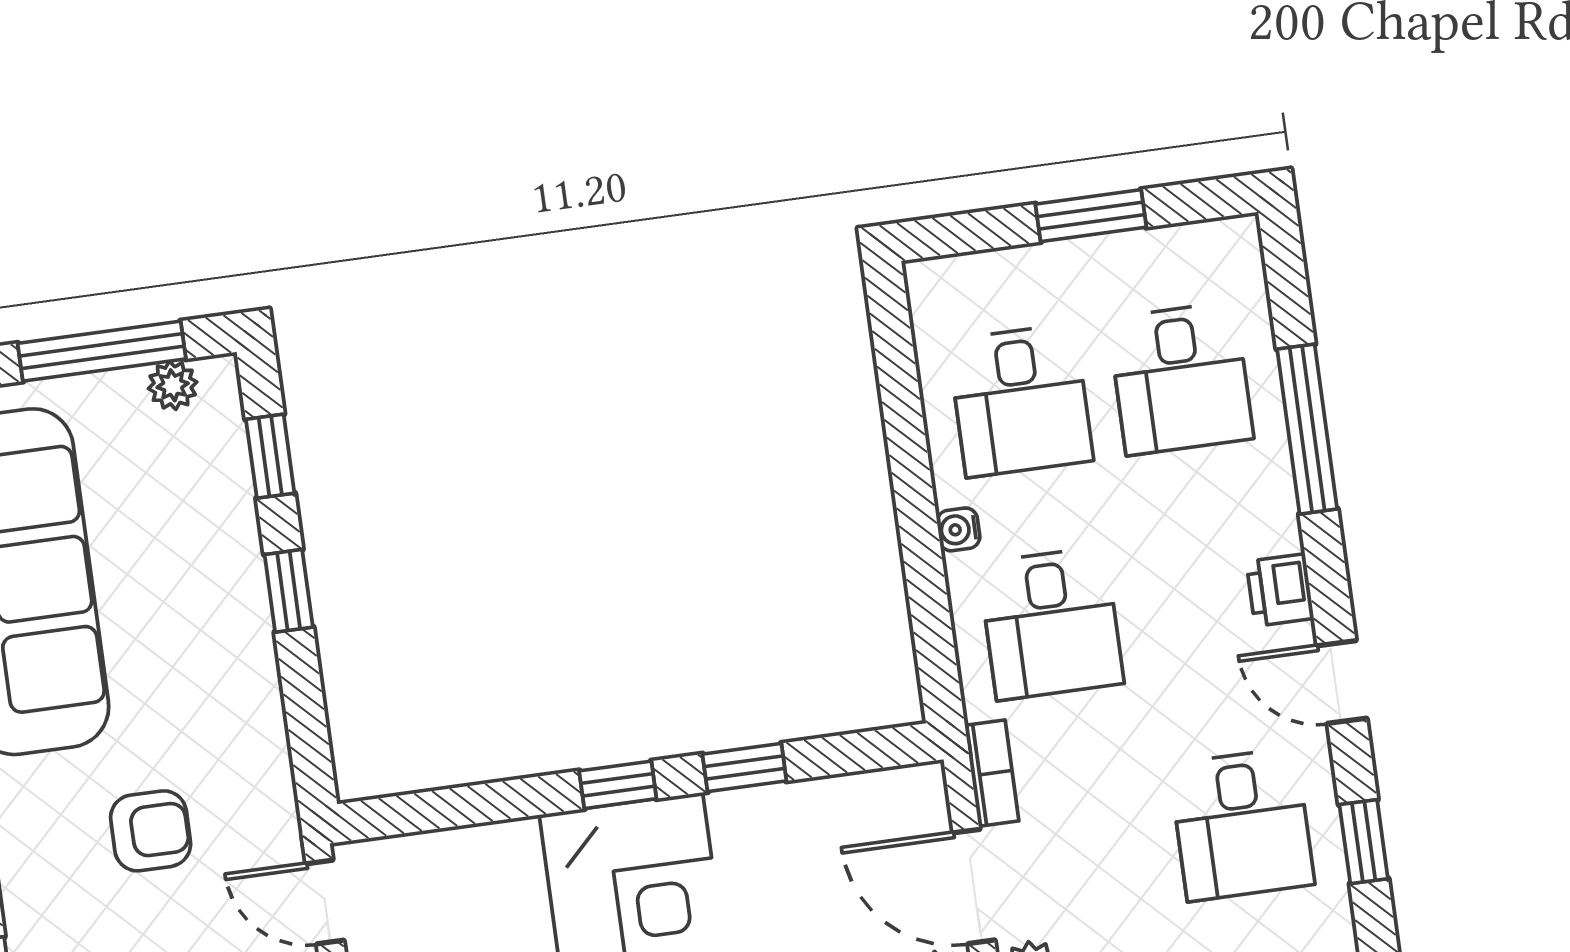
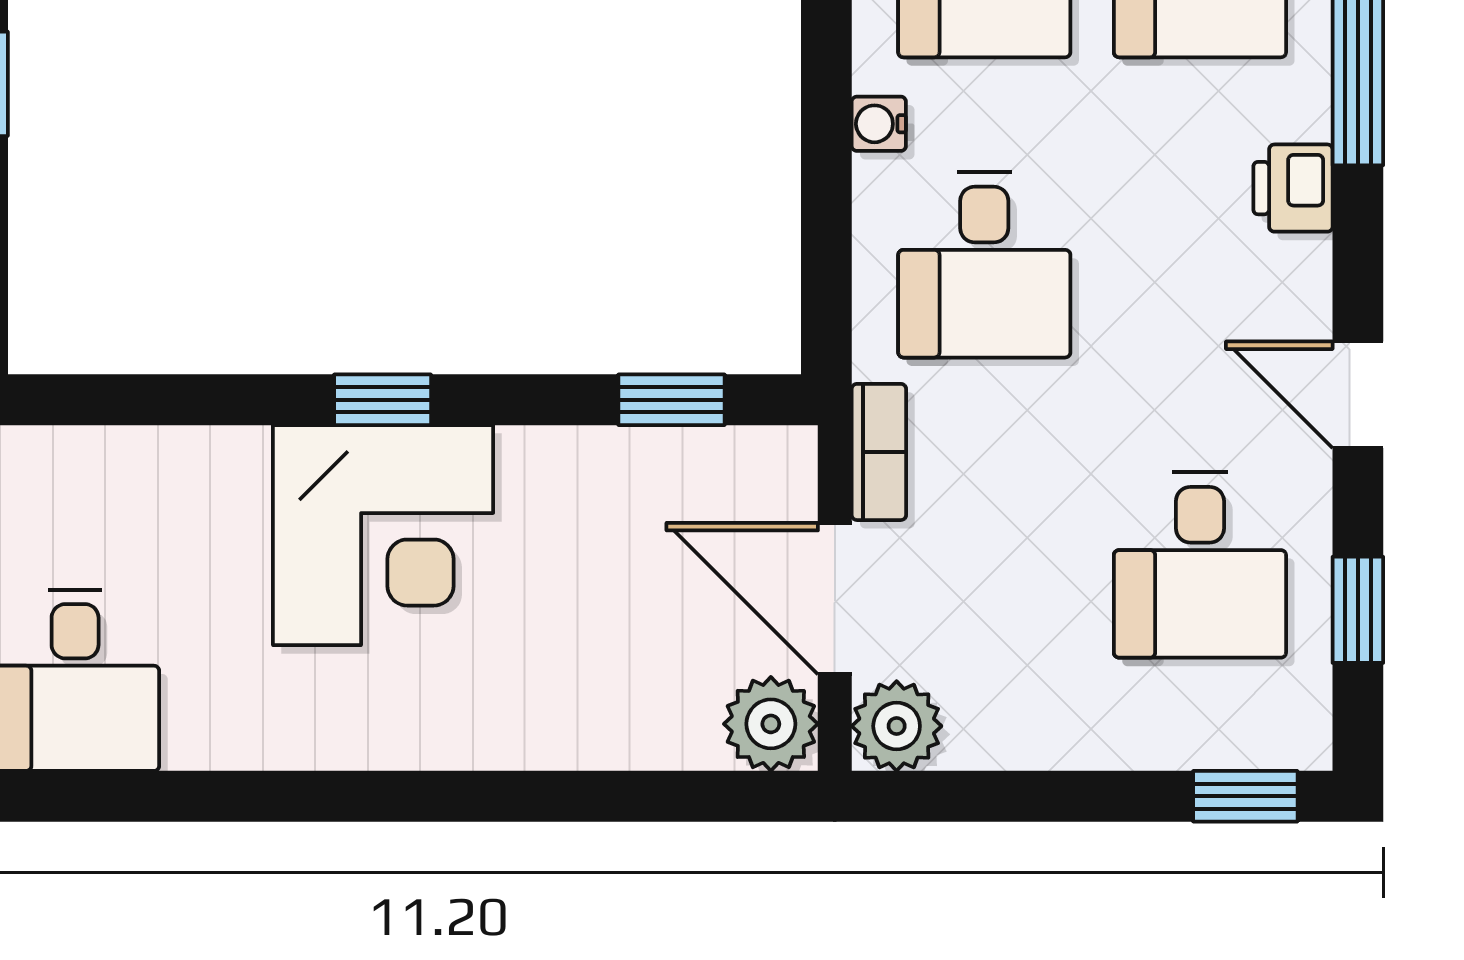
printer: (1280, 590) -> (1293, 188), moved
window: (744, 767) -> (672, 400), moved

